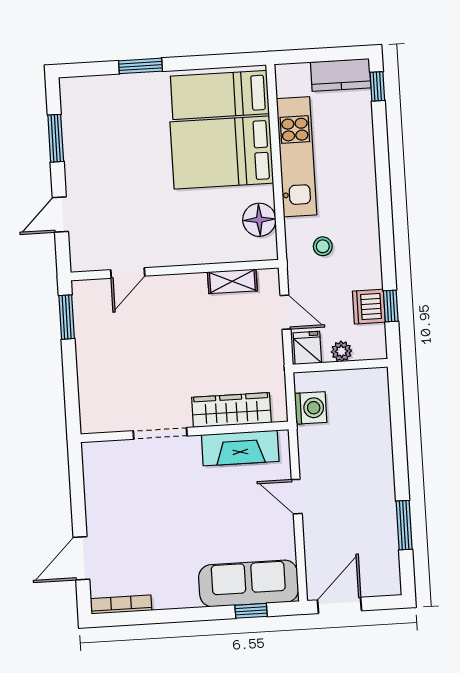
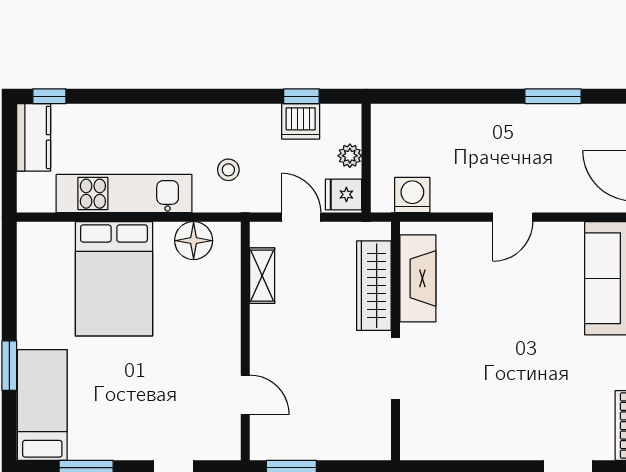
bed: (220, 95) -> (42, 405), moved, turned 180
door: (285, 312) -> (301, 217), hinge flipped
wardrobe: (231, 410) -> (374, 286), moved
wall: (184, 432) -> (396, 341), moved
doorway: (160, 433) -> (396, 369), moved
fireplace: (240, 448) -> (418, 278), moved

